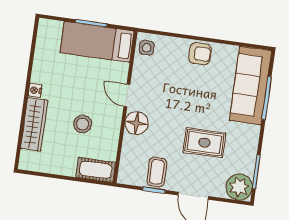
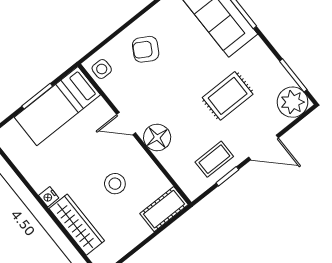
armchair: (200, 54) -> (146, 49), moved, turned -150
coffee table: (157, 172) -> (214, 159), turned 90

